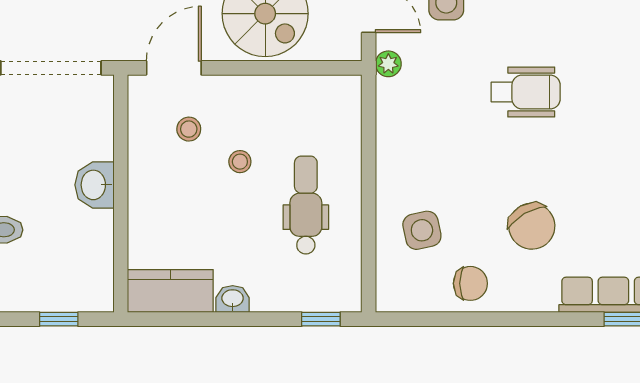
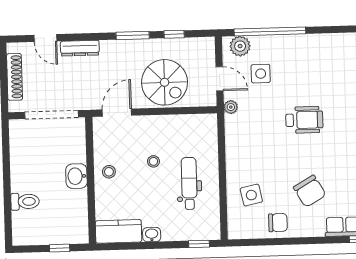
stool: (189, 129) -> (109, 172), moved

